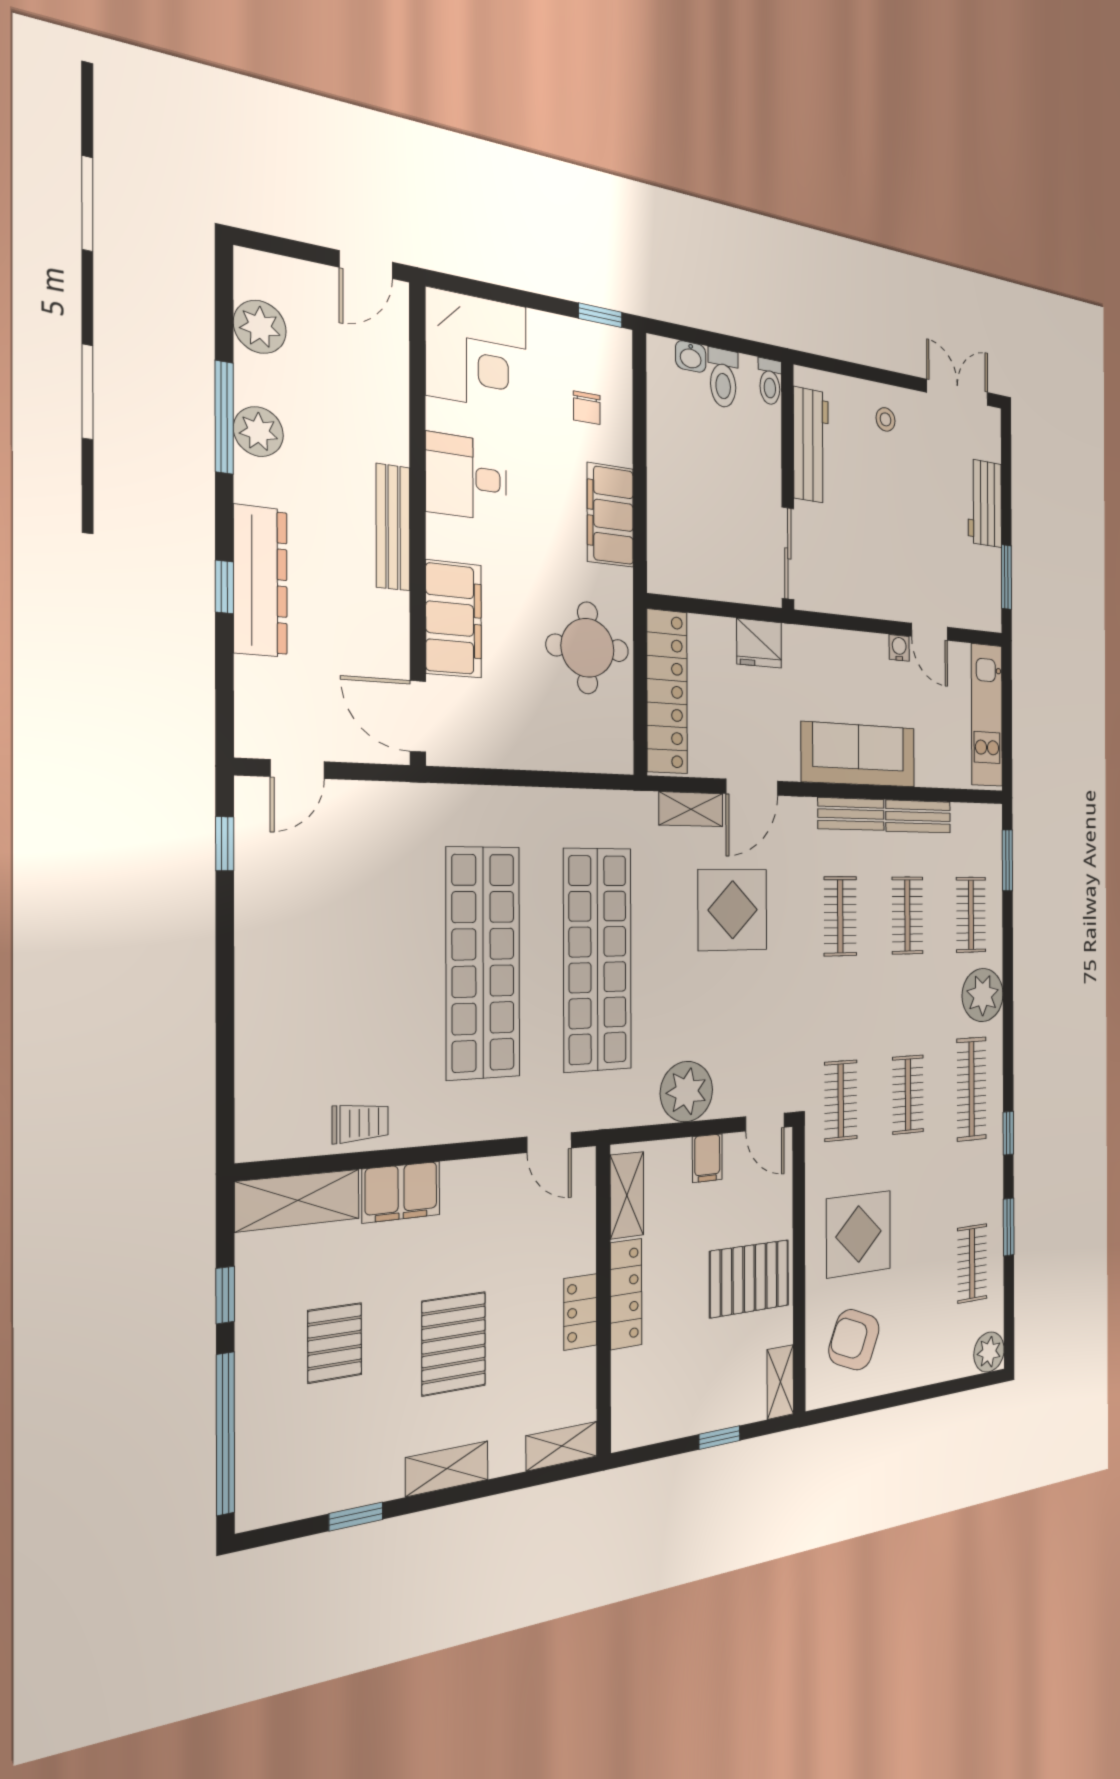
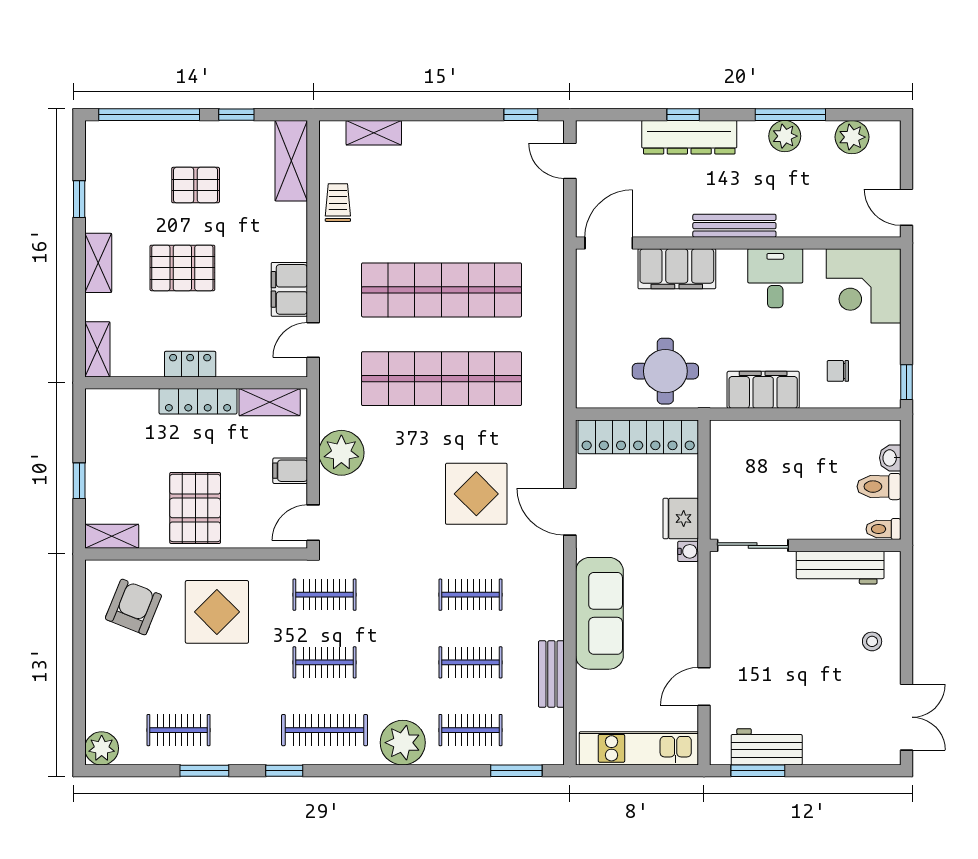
workbench: (985, 503) -> (767, 747), moved
water cooler: (899, 648) -> (688, 551), moved
shelving: (691, 809) -> (374, 133), moved, turned 90
bench: (851, 814) -> (552, 606), removed
trolley: (360, 1123) -> (338, 203), turned 180
filing cabinet: (401, 1192) -> (289, 289), moved

